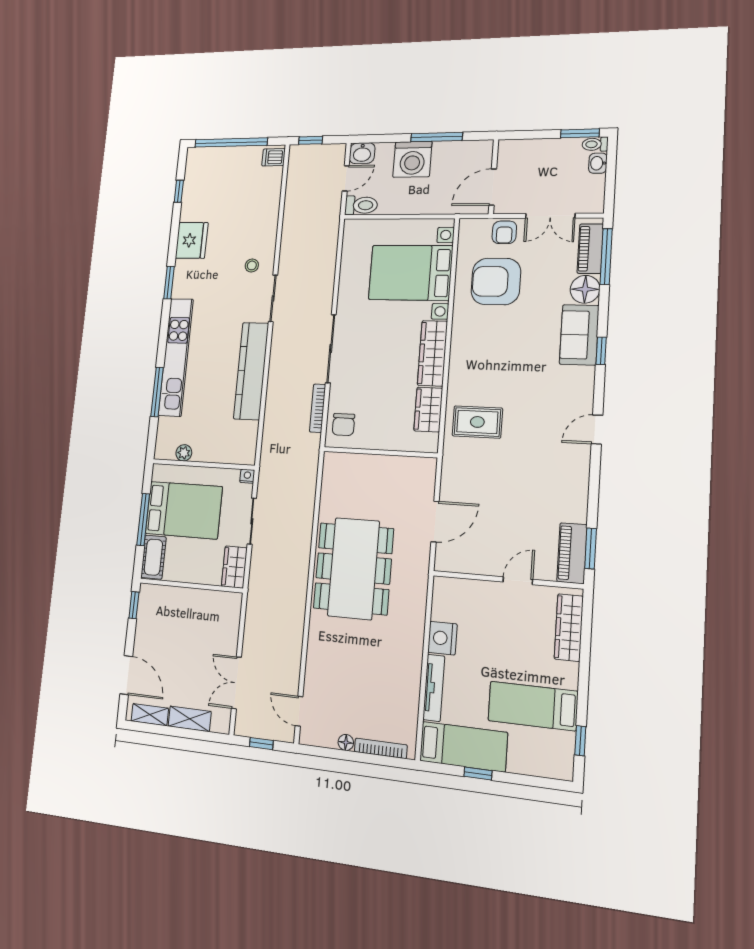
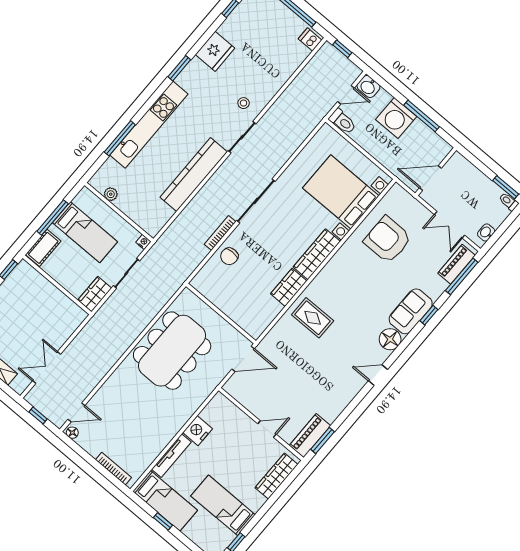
washbasin: (598, 163) -> (486, 233), moved
armchair: (504, 232) -> (416, 213), removed
floor lamp: (585, 289) -> (390, 339), moved
window: (601, 351) -> (429, 315), moved
wall: (380, 452) -> (221, 313), moved
bed: (184, 510) -> (85, 232), width x0.67
door: (299, 711) -> (76, 412), swing flipped
floor lamp: (346, 742) -> (72, 433), moved

